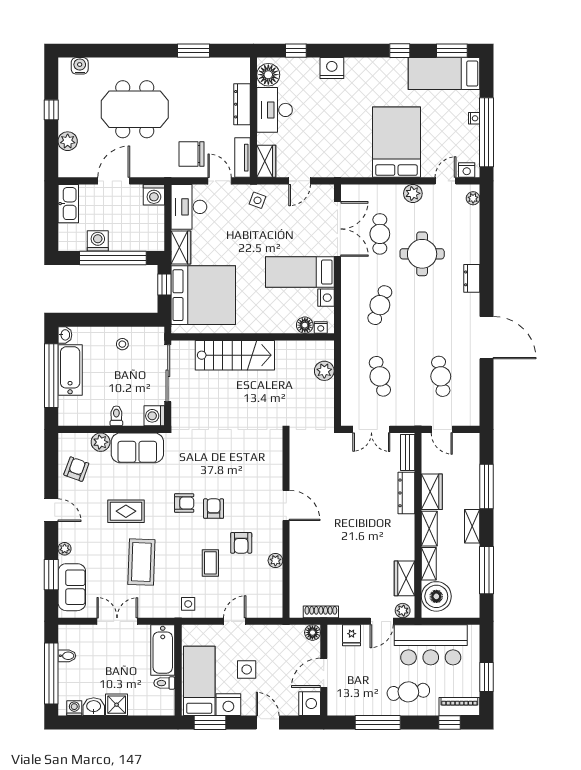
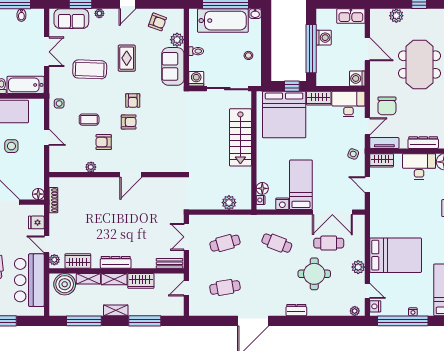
chair: (192, 154) -> (387, 106), turned 180
bathtub: (70, 370) -> (223, 21), width x1.36, depth x1.36
dresser: (406, 493) -> (116, 262), moved

